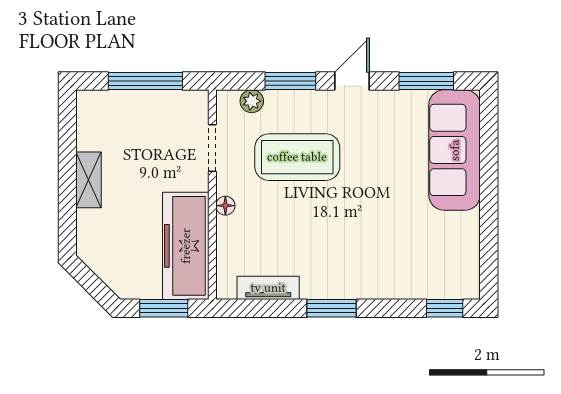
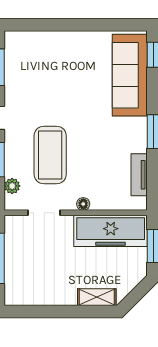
sofa: (455, 150) -> (130, 75), moved, turned 90
shelving: (88, 180) -> (97, 297), moved

